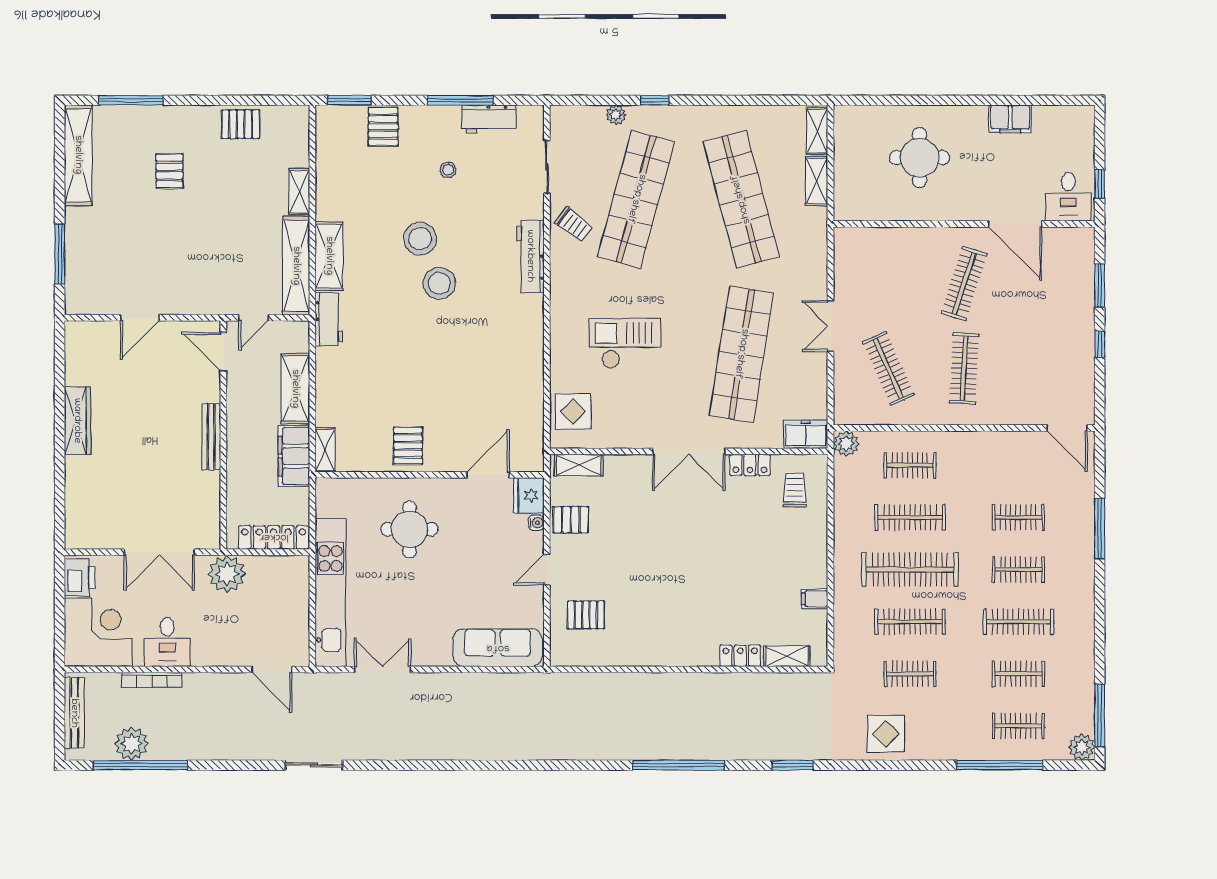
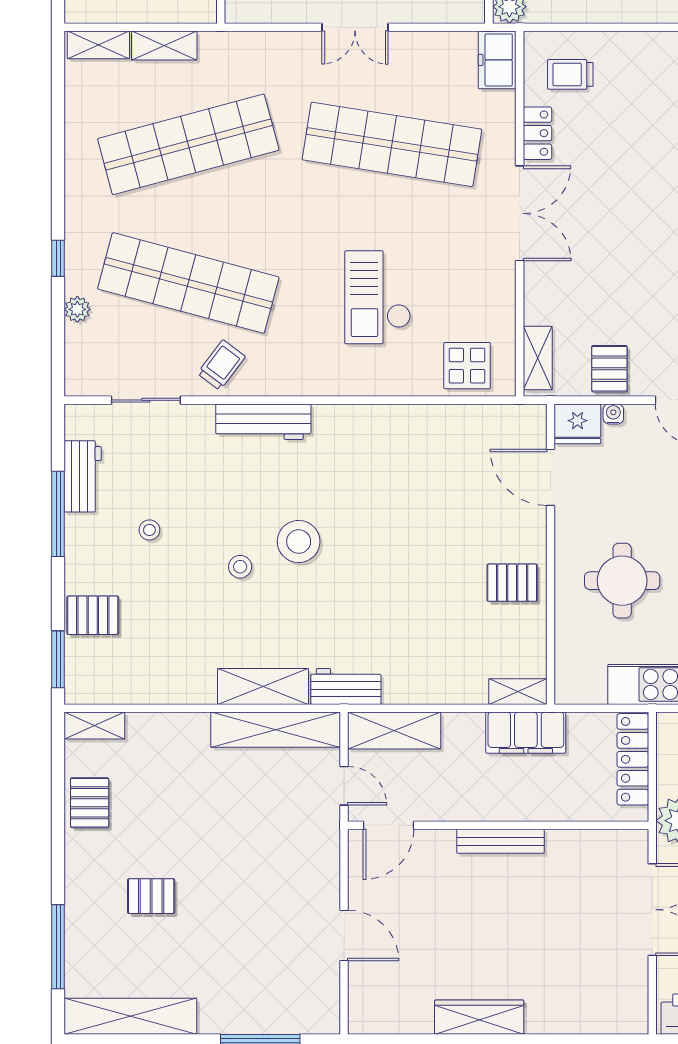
shelving: (299, 192) -> (94, 726), moved
stool: (420, 239) -> (240, 567), width x0.53, depth x0.53
shelving: (295, 389) -> (394, 731), moved

